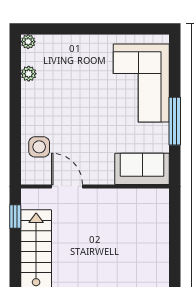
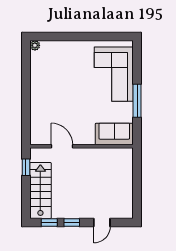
plant: (29, 74) -> (35, 68), removed
side table: (39, 147) -> (43, 119), removed

